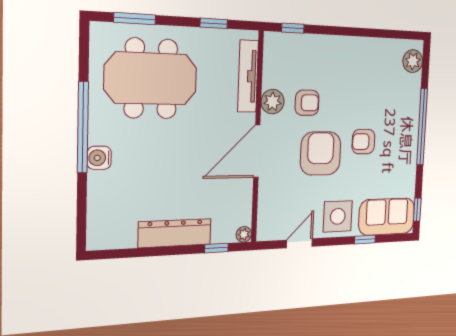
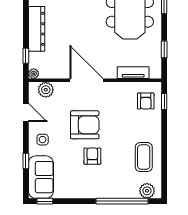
coffee table: (369, 64) -> (144, 157), added
tv unit: (248, 76) -> (133, 73), width x0.71
plant: (273, 102) -> (46, 90), moved
armchair: (307, 103) -> (146, 101), moved
window: (422, 127) -> (122, 201), moved
side table: (338, 216) -> (43, 140), width x0.54, depth x0.54

